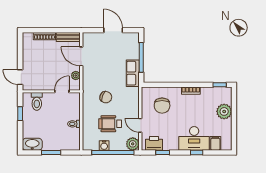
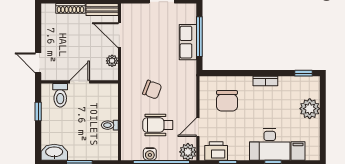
row of seats: (133, 73) -> (188, 42), moved
door: (62, 91) -> (80, 82), moved
door: (140, 125) -> (198, 127), hinge flipped

